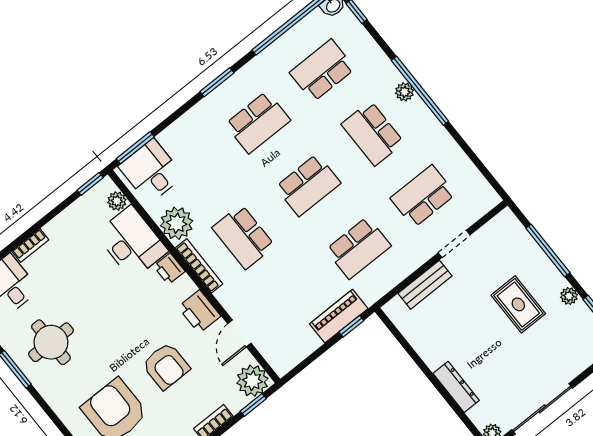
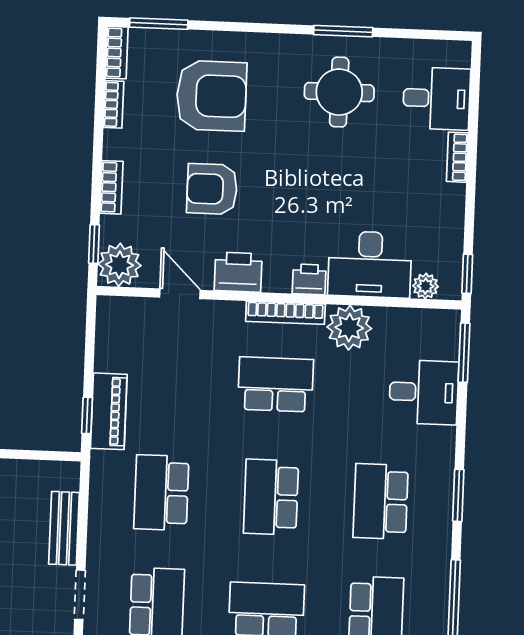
desk: (151, 171) -> (424, 392), moved

